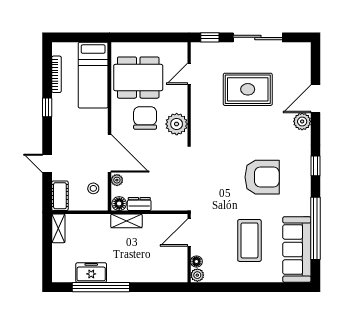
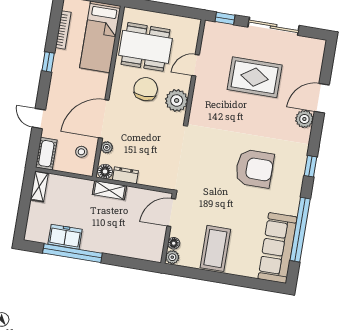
door: (189, 74) -> (196, 65), moved
door: (110, 153) -> (104, 119), swing flipped
coffee table: (249, 240) -> (215, 248), moved

